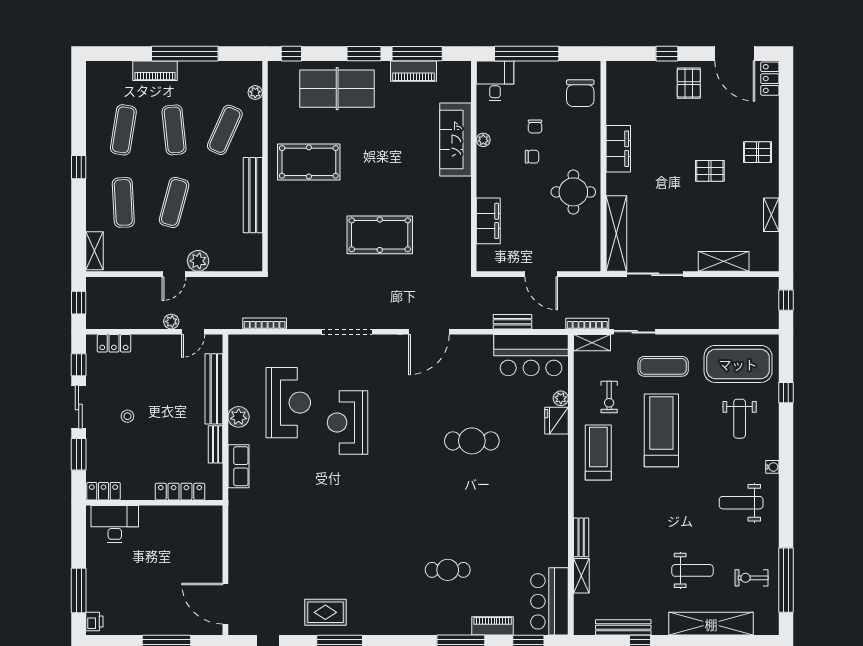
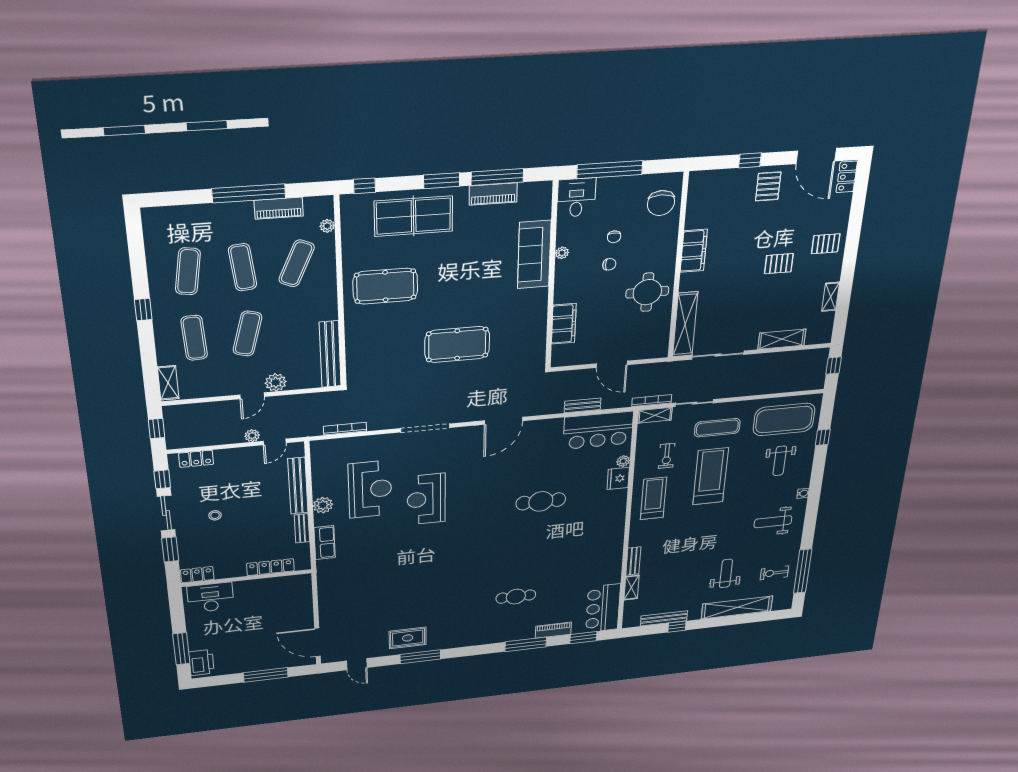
piano: (155, 71) -> (279, 208), moved
bench: (253, 195) -> (330, 354), moved
weight bench: (693, 570) -> (726, 573), turned -90
printer: (94, 622) -> (201, 663), width x1.87, depth x1.48

